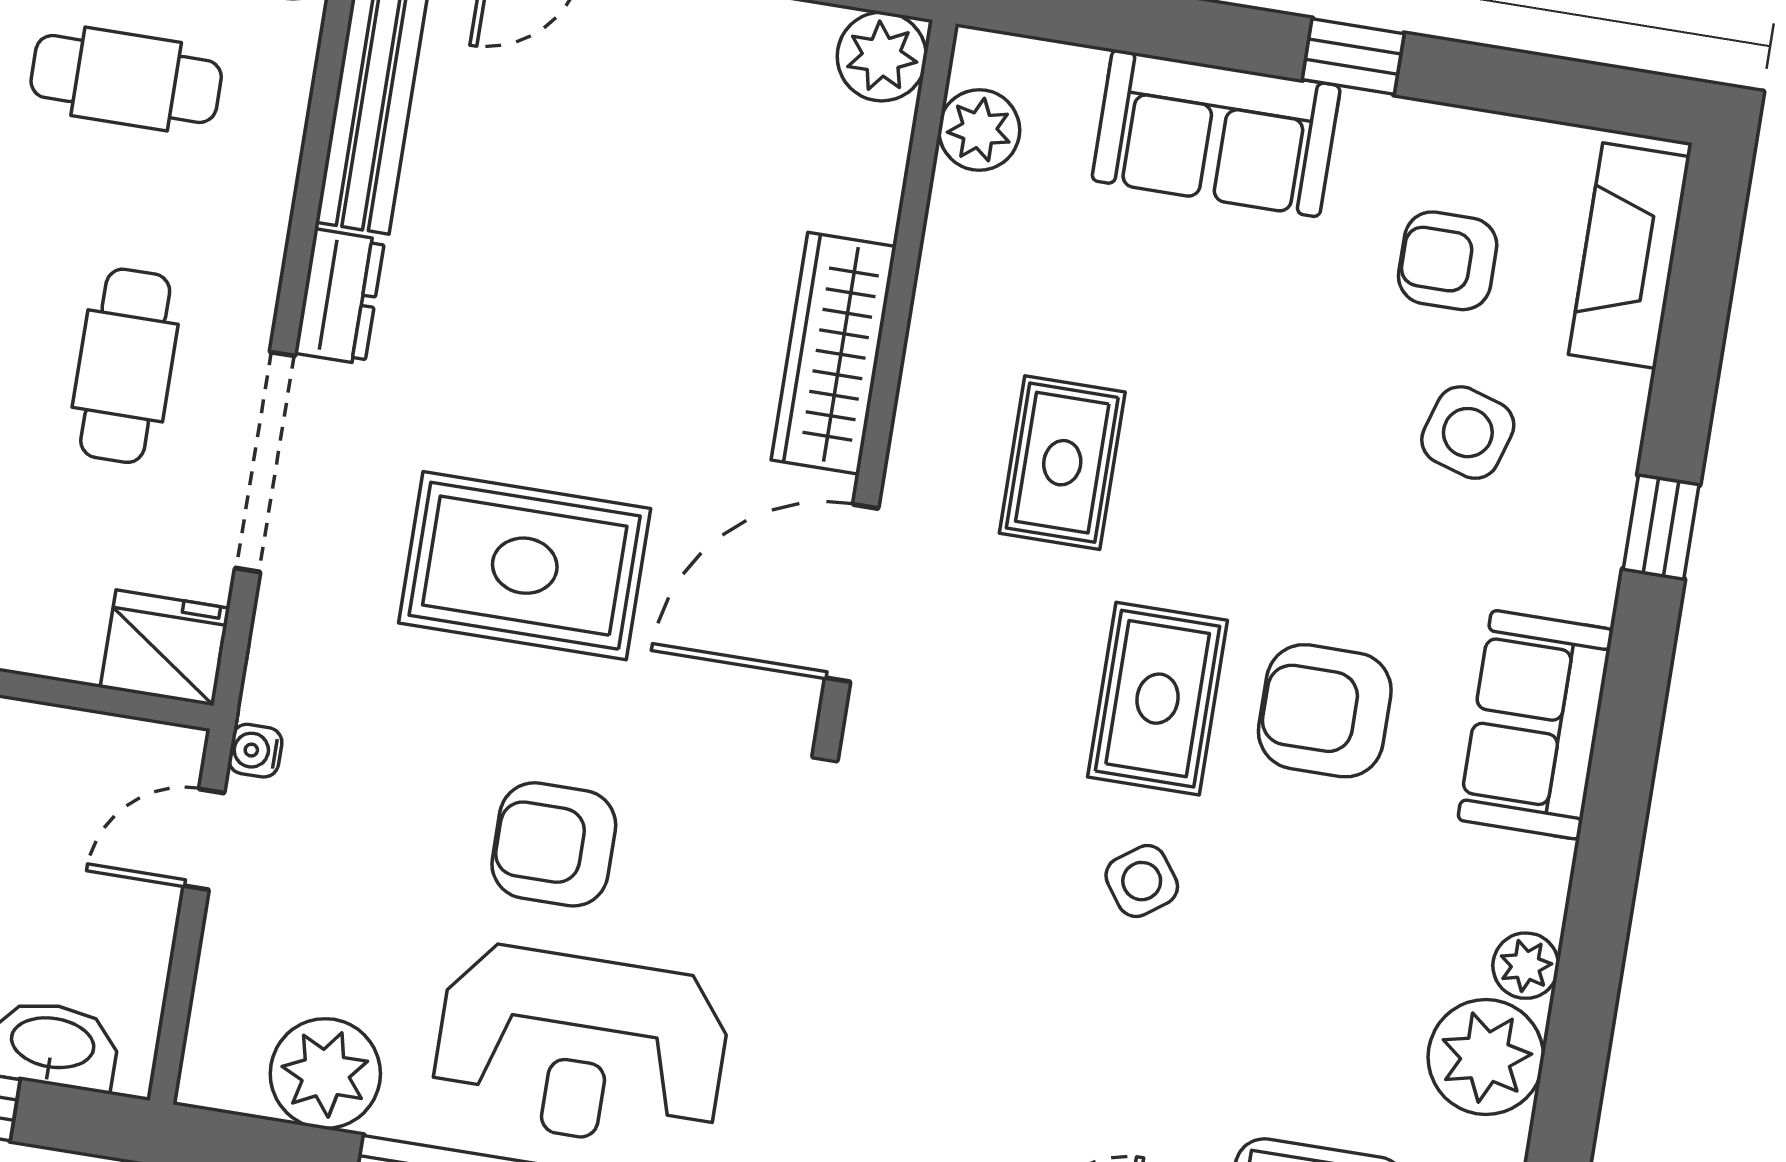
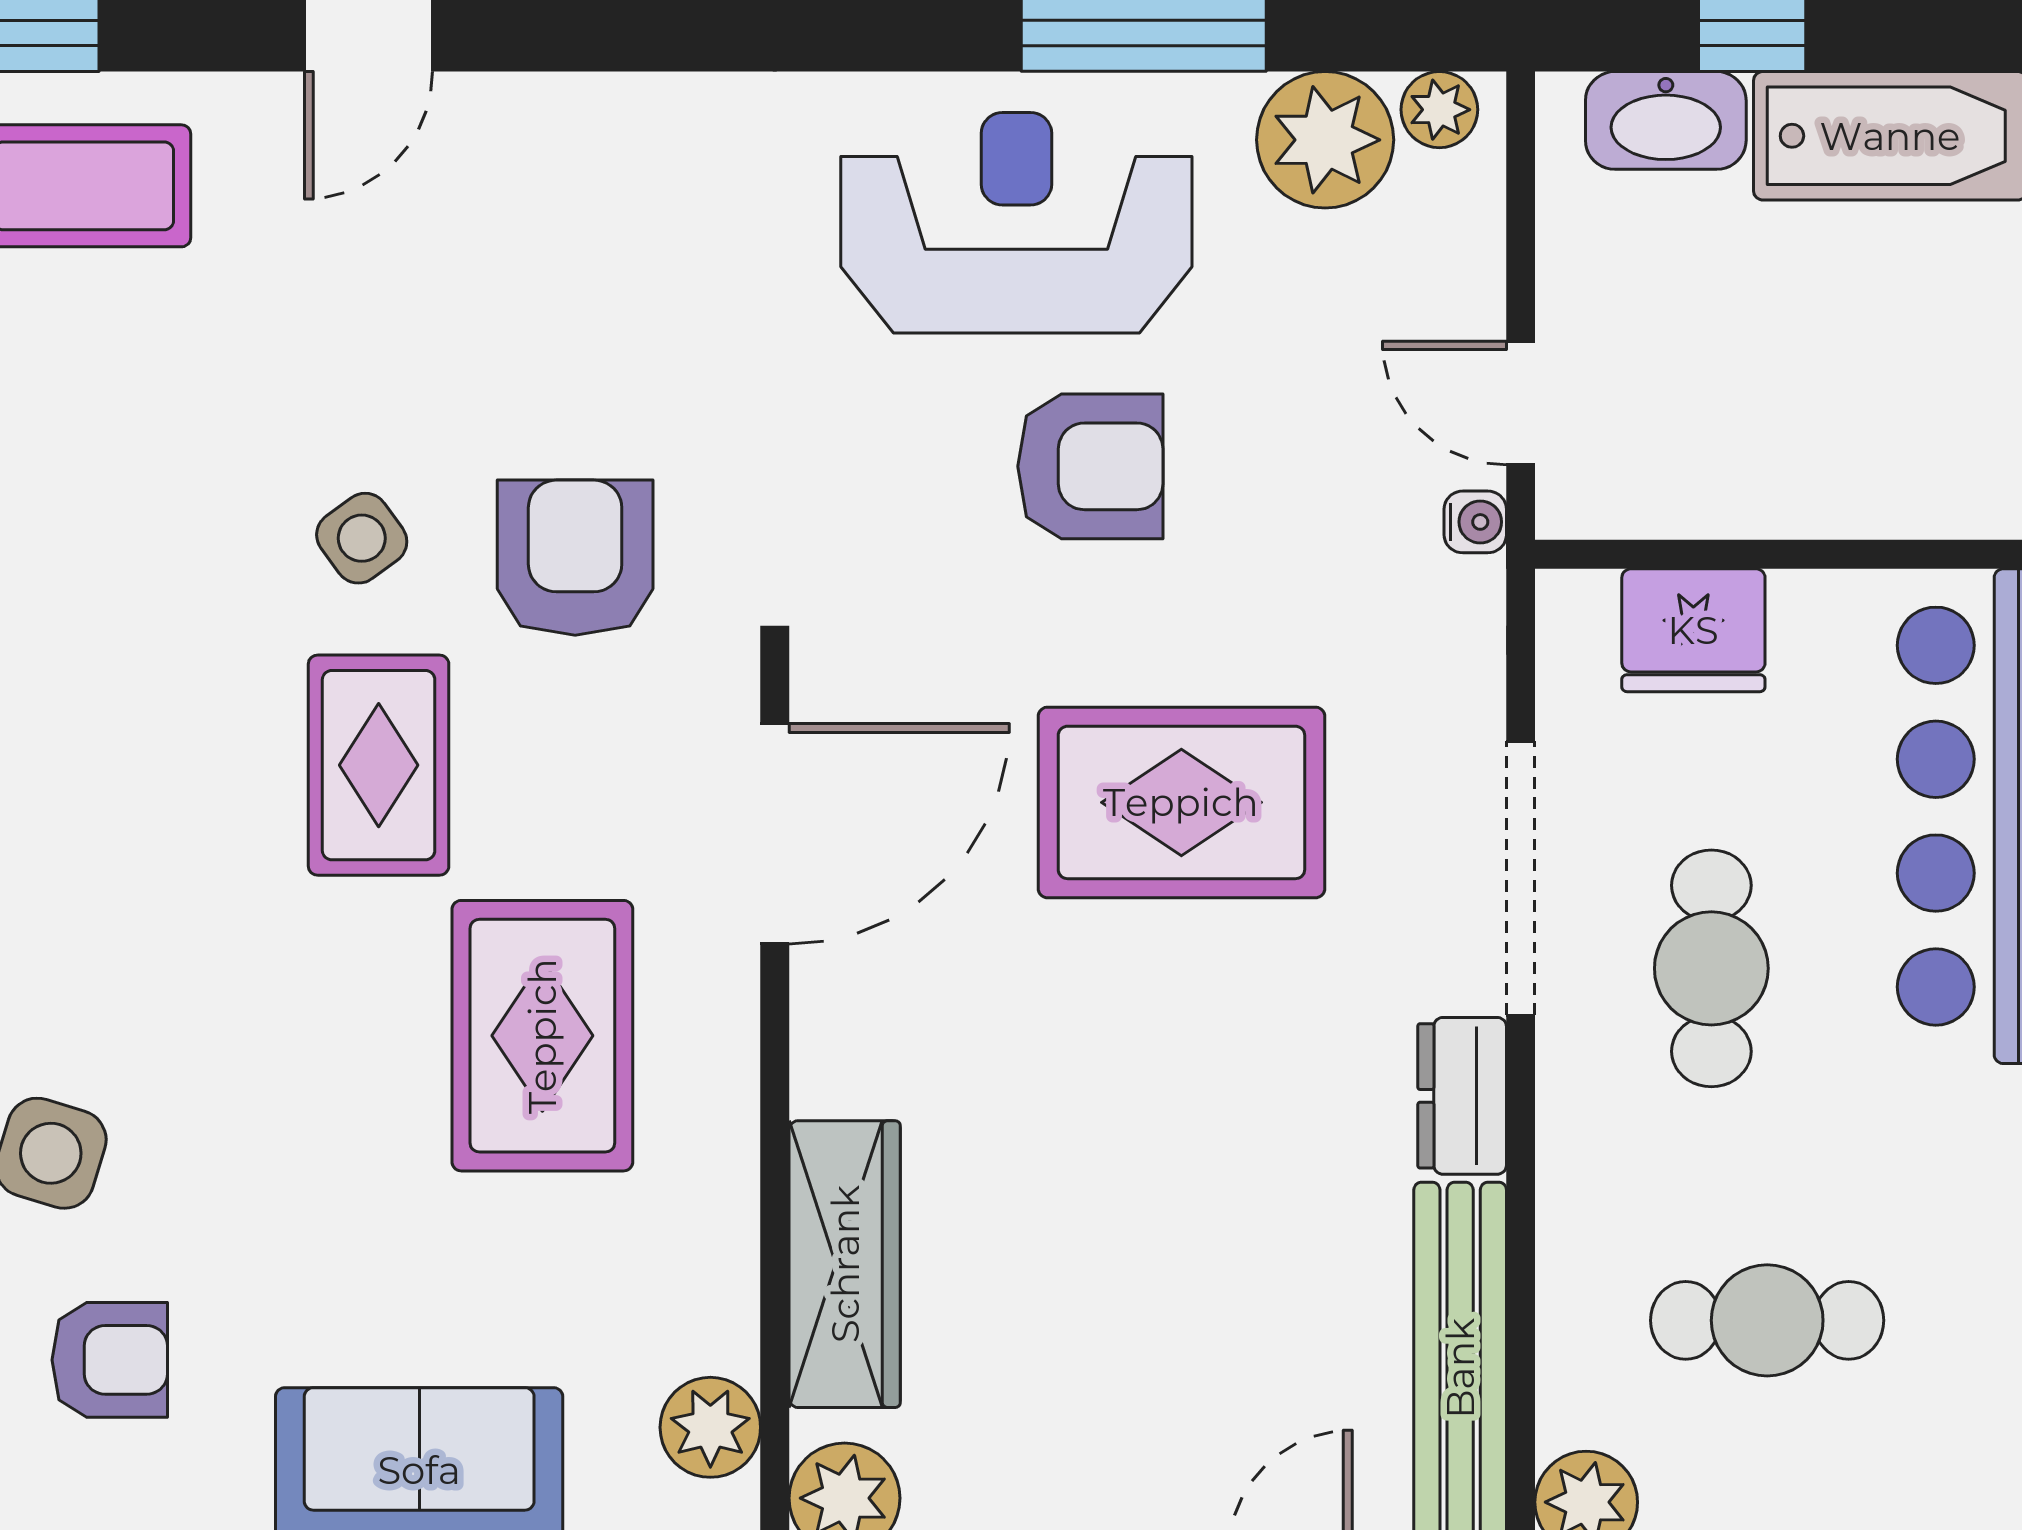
wardrobe: (834, 353) -> (845, 1264), moved
rug: (1062, 463) -> (542, 1036), width x1.36, depth x1.43
fridge: (165, 648) -> (1693, 630), moved
armchair: (1325, 711) -> (575, 558), moved, turned -90
door: (204, 839) -> (1521, 403), swing flipped
plant: (231, 1083) -> (1439, 110), added

